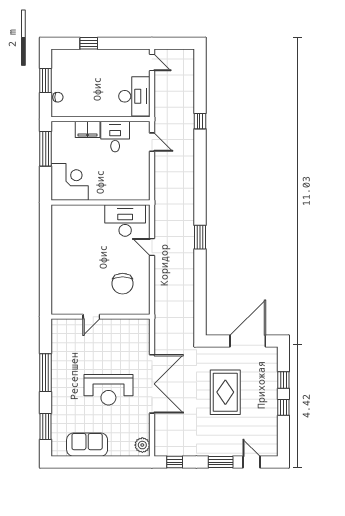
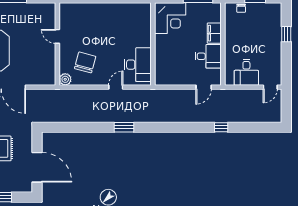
desk: (134, 96) -> (246, 72), width x0.73
chair: (123, 284) -> (85, 62), turned 105
plant: (143, 307) -> (65, 79), added

